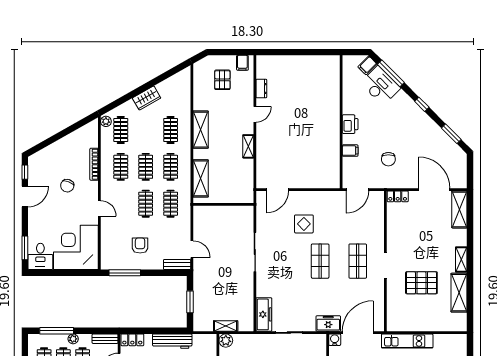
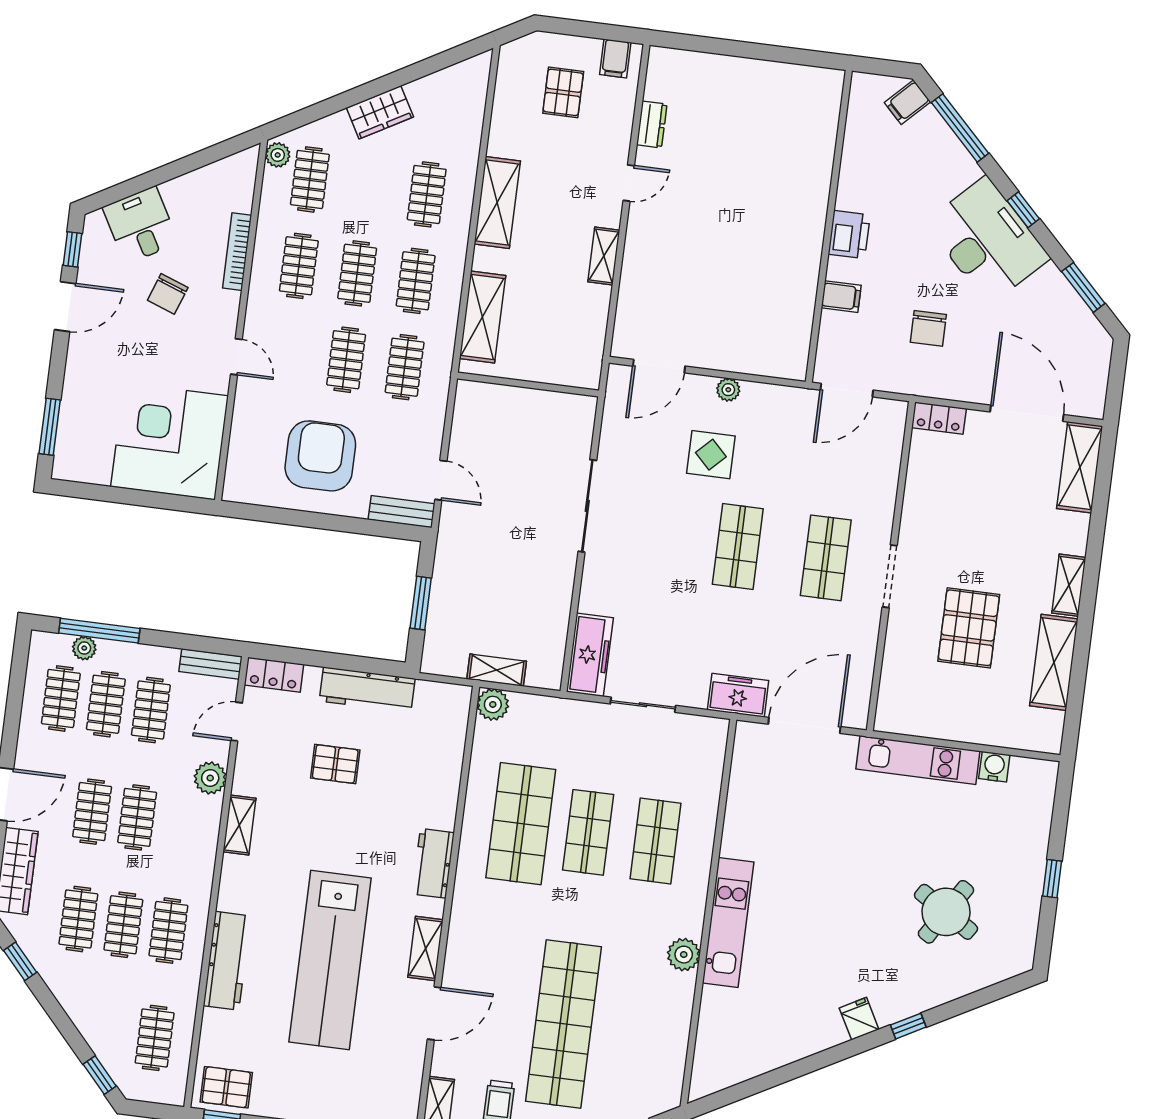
desk: (380, 86) -> (987, 241), moved, width x1.36, depth x1.30
plant: (308, 196) -> (728, 390), added
armchair: (140, 245) -> (320, 456), width x1.88, depth x1.88
desk: (40, 256) -> (140, 225), moved, turned 151
window: (125, 273) -> (276, 515), removed
pallet: (421, 283) -> (969, 628), turned 90
plant: (73, 339) -> (84, 648), moved
water cooler: (335, 340) -> (994, 767), moved

